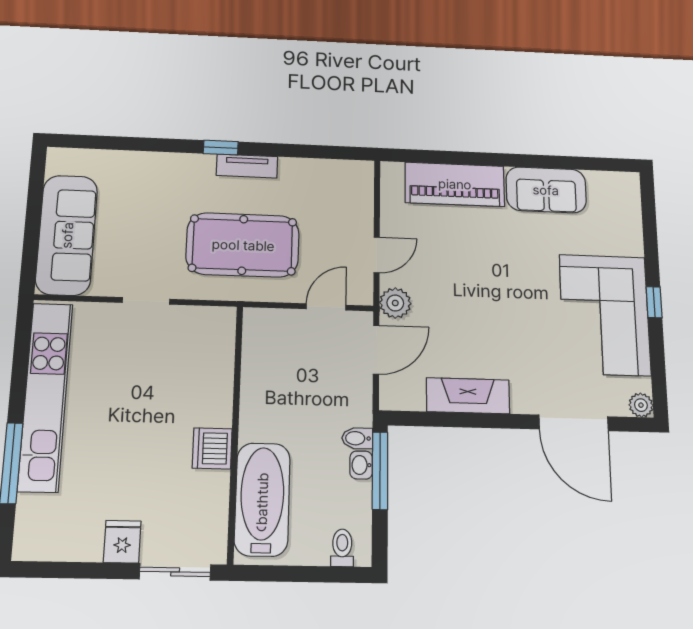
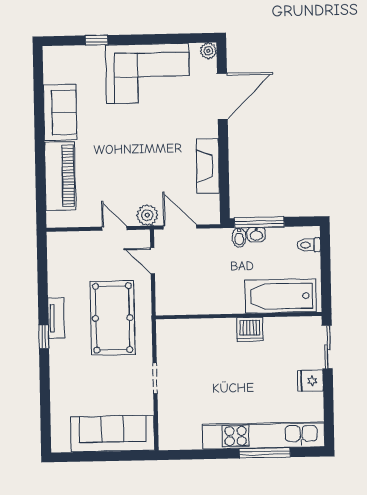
window: (654, 302) -> (97, 40), moved
kitchen unit: (45, 396) -> (263, 435), moved

